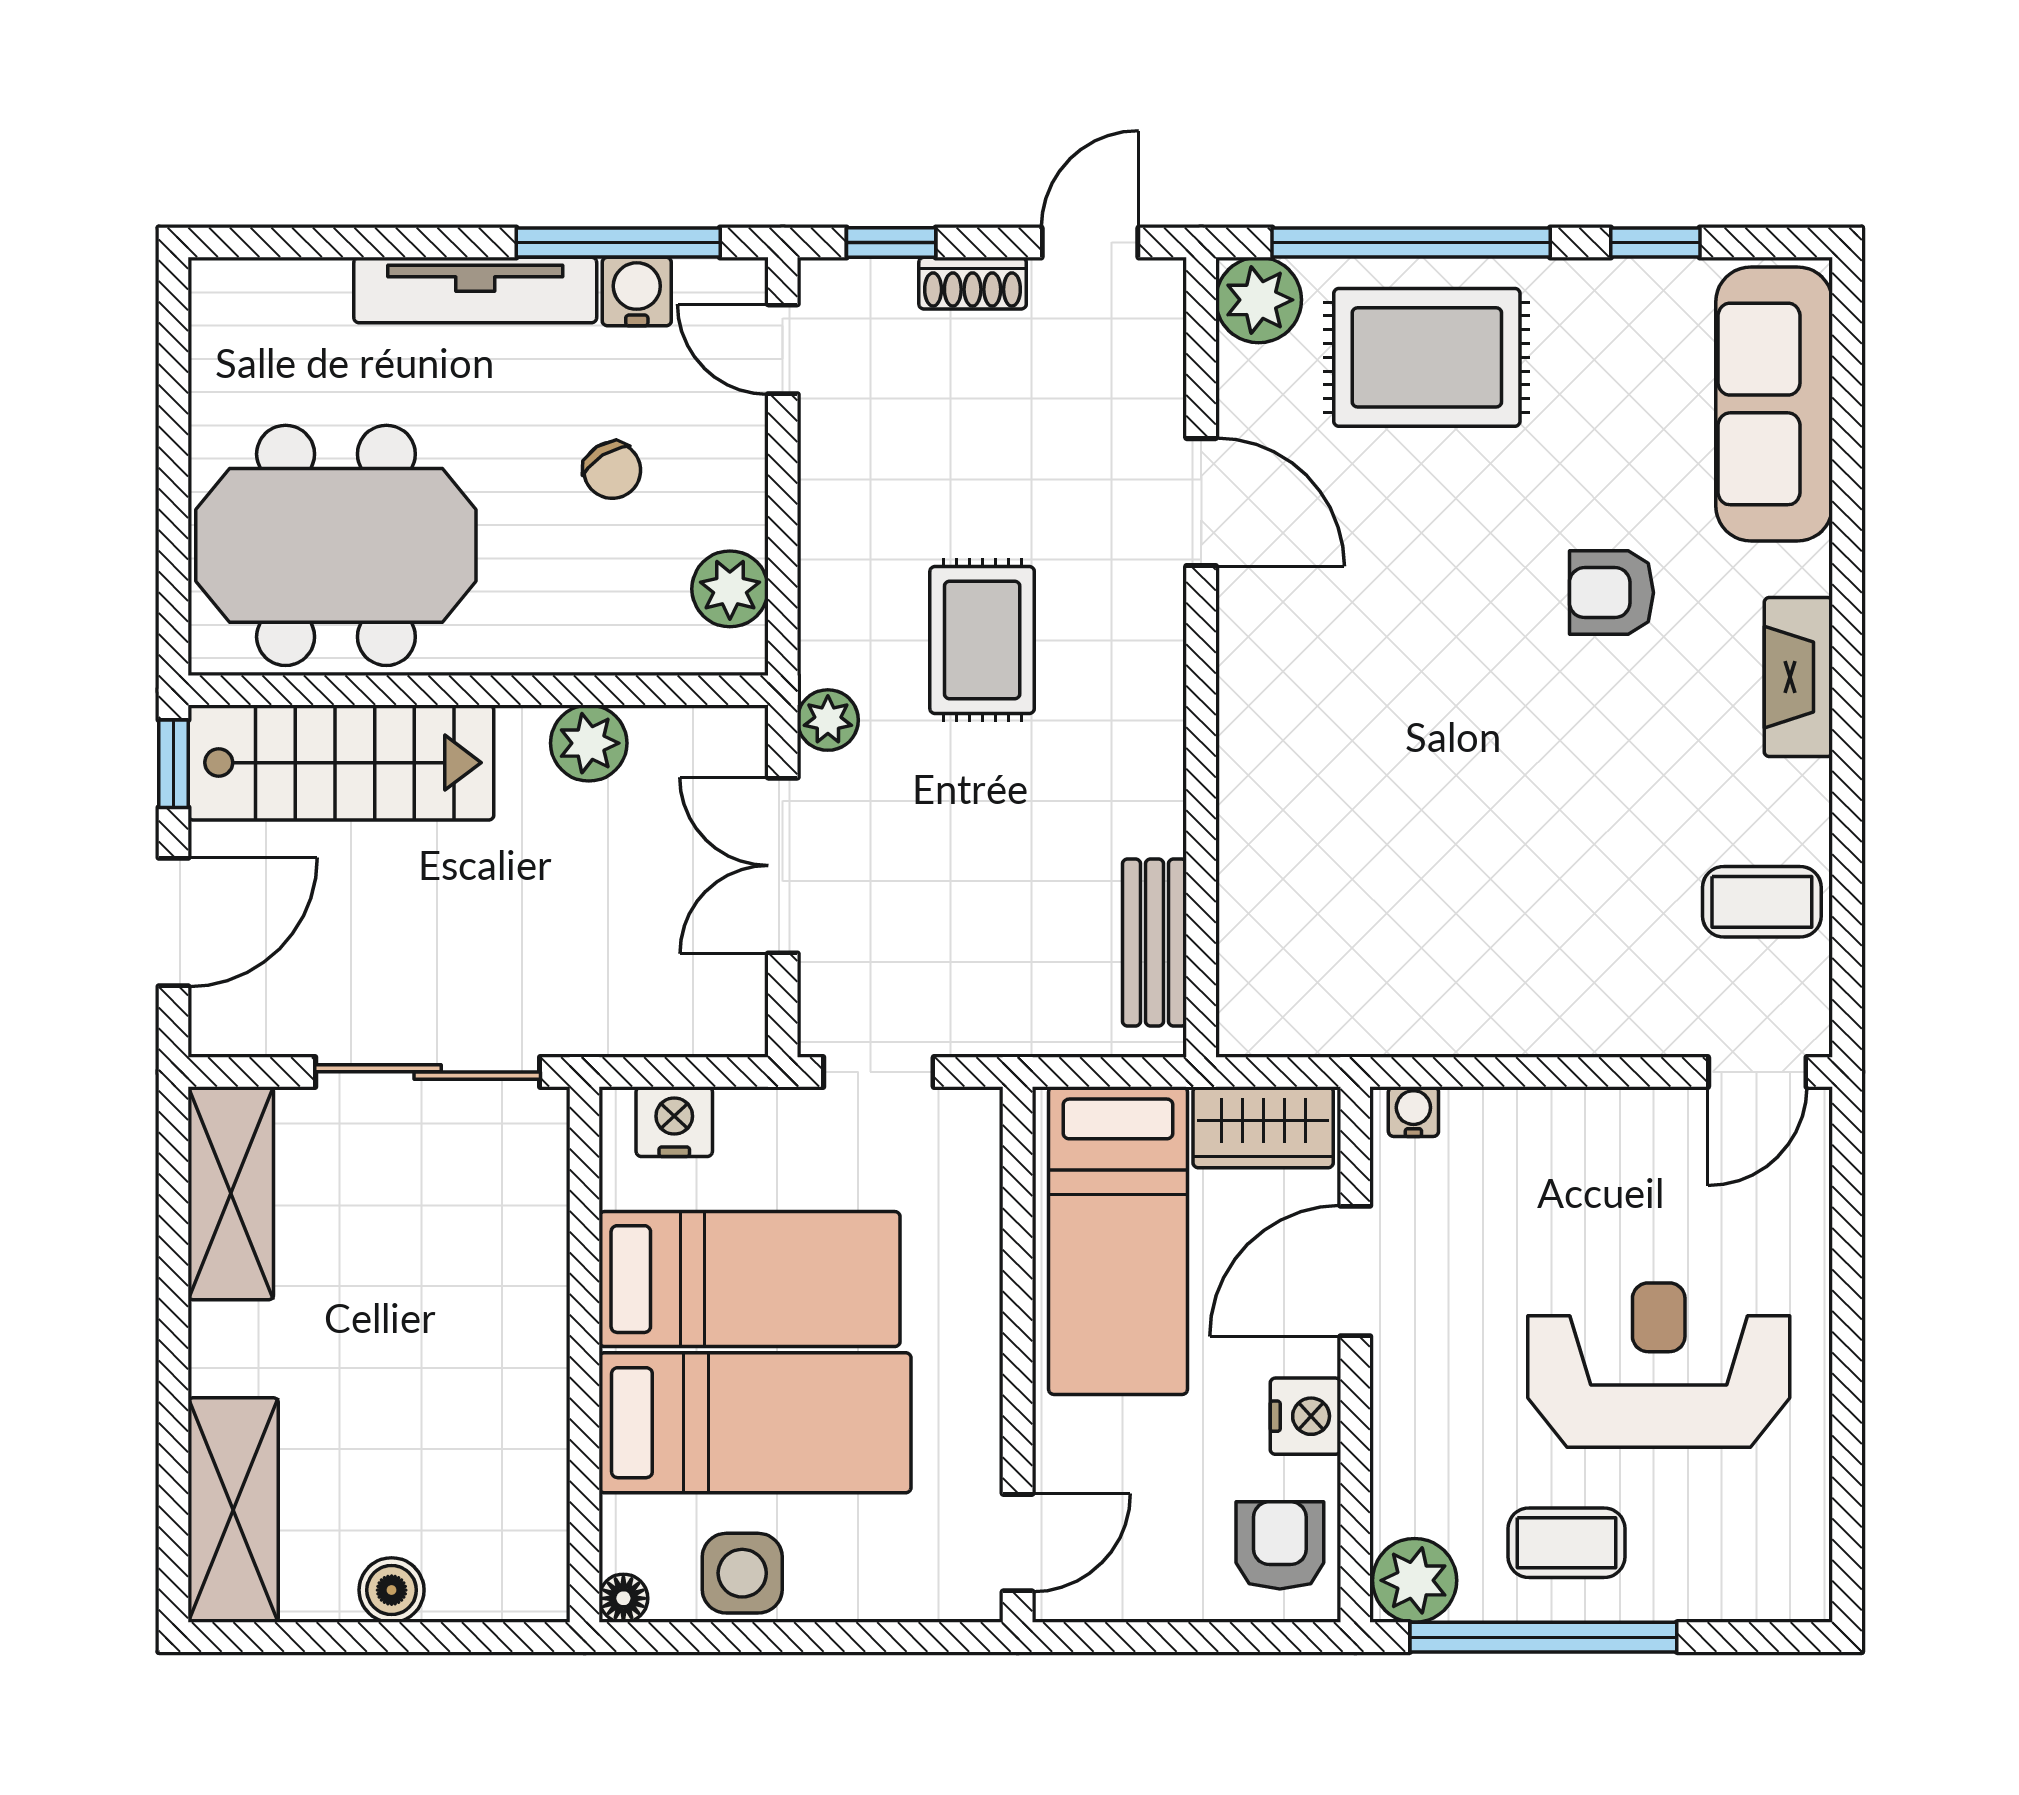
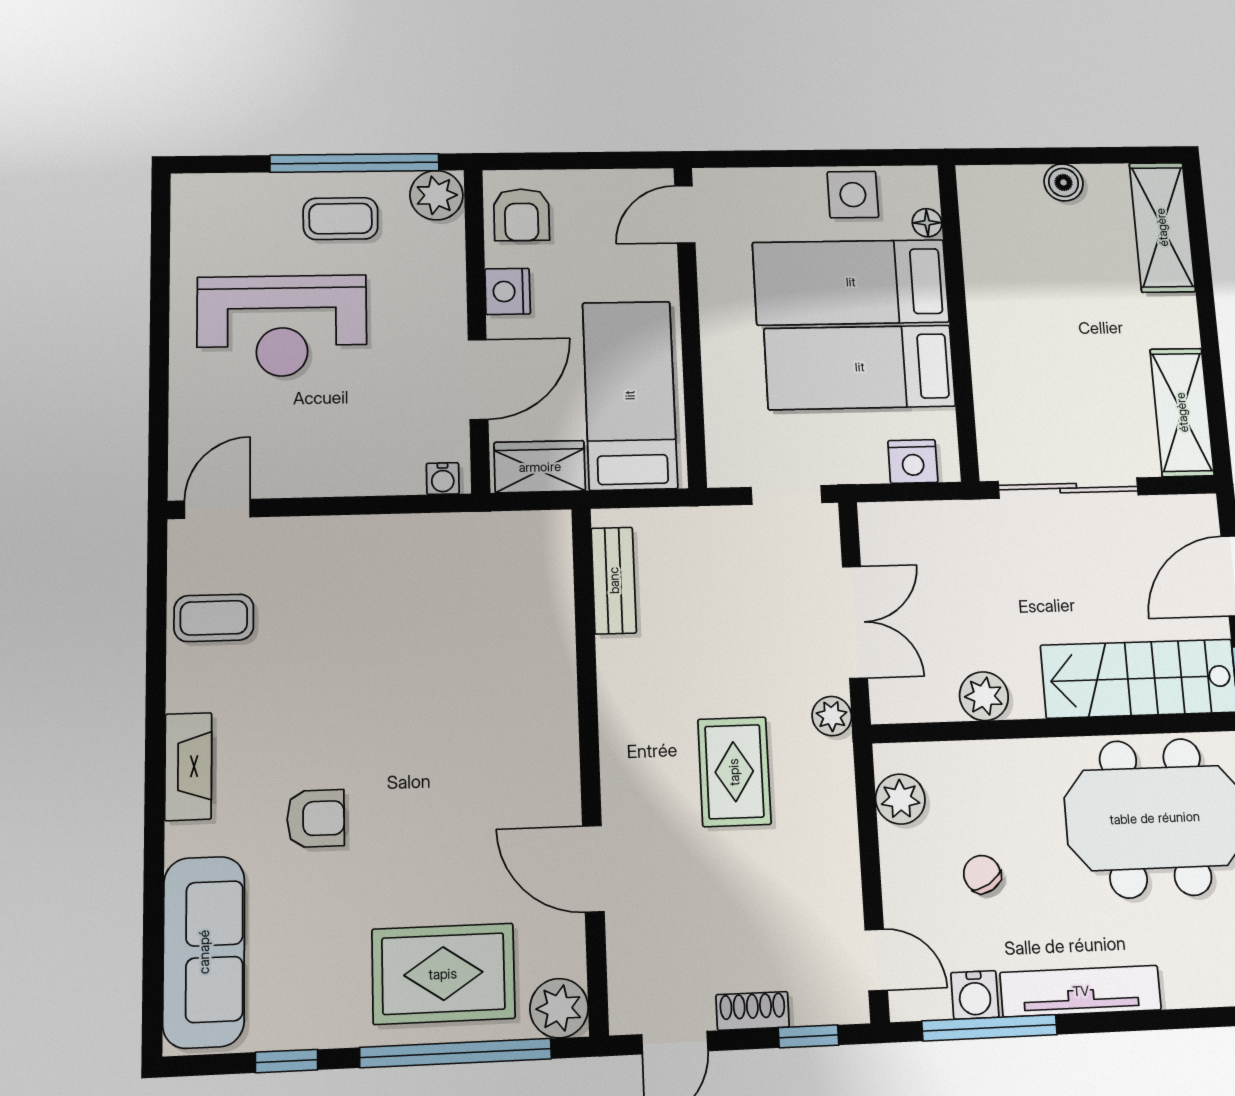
floor lamp: (623, 1598) -> (927, 223), moved

